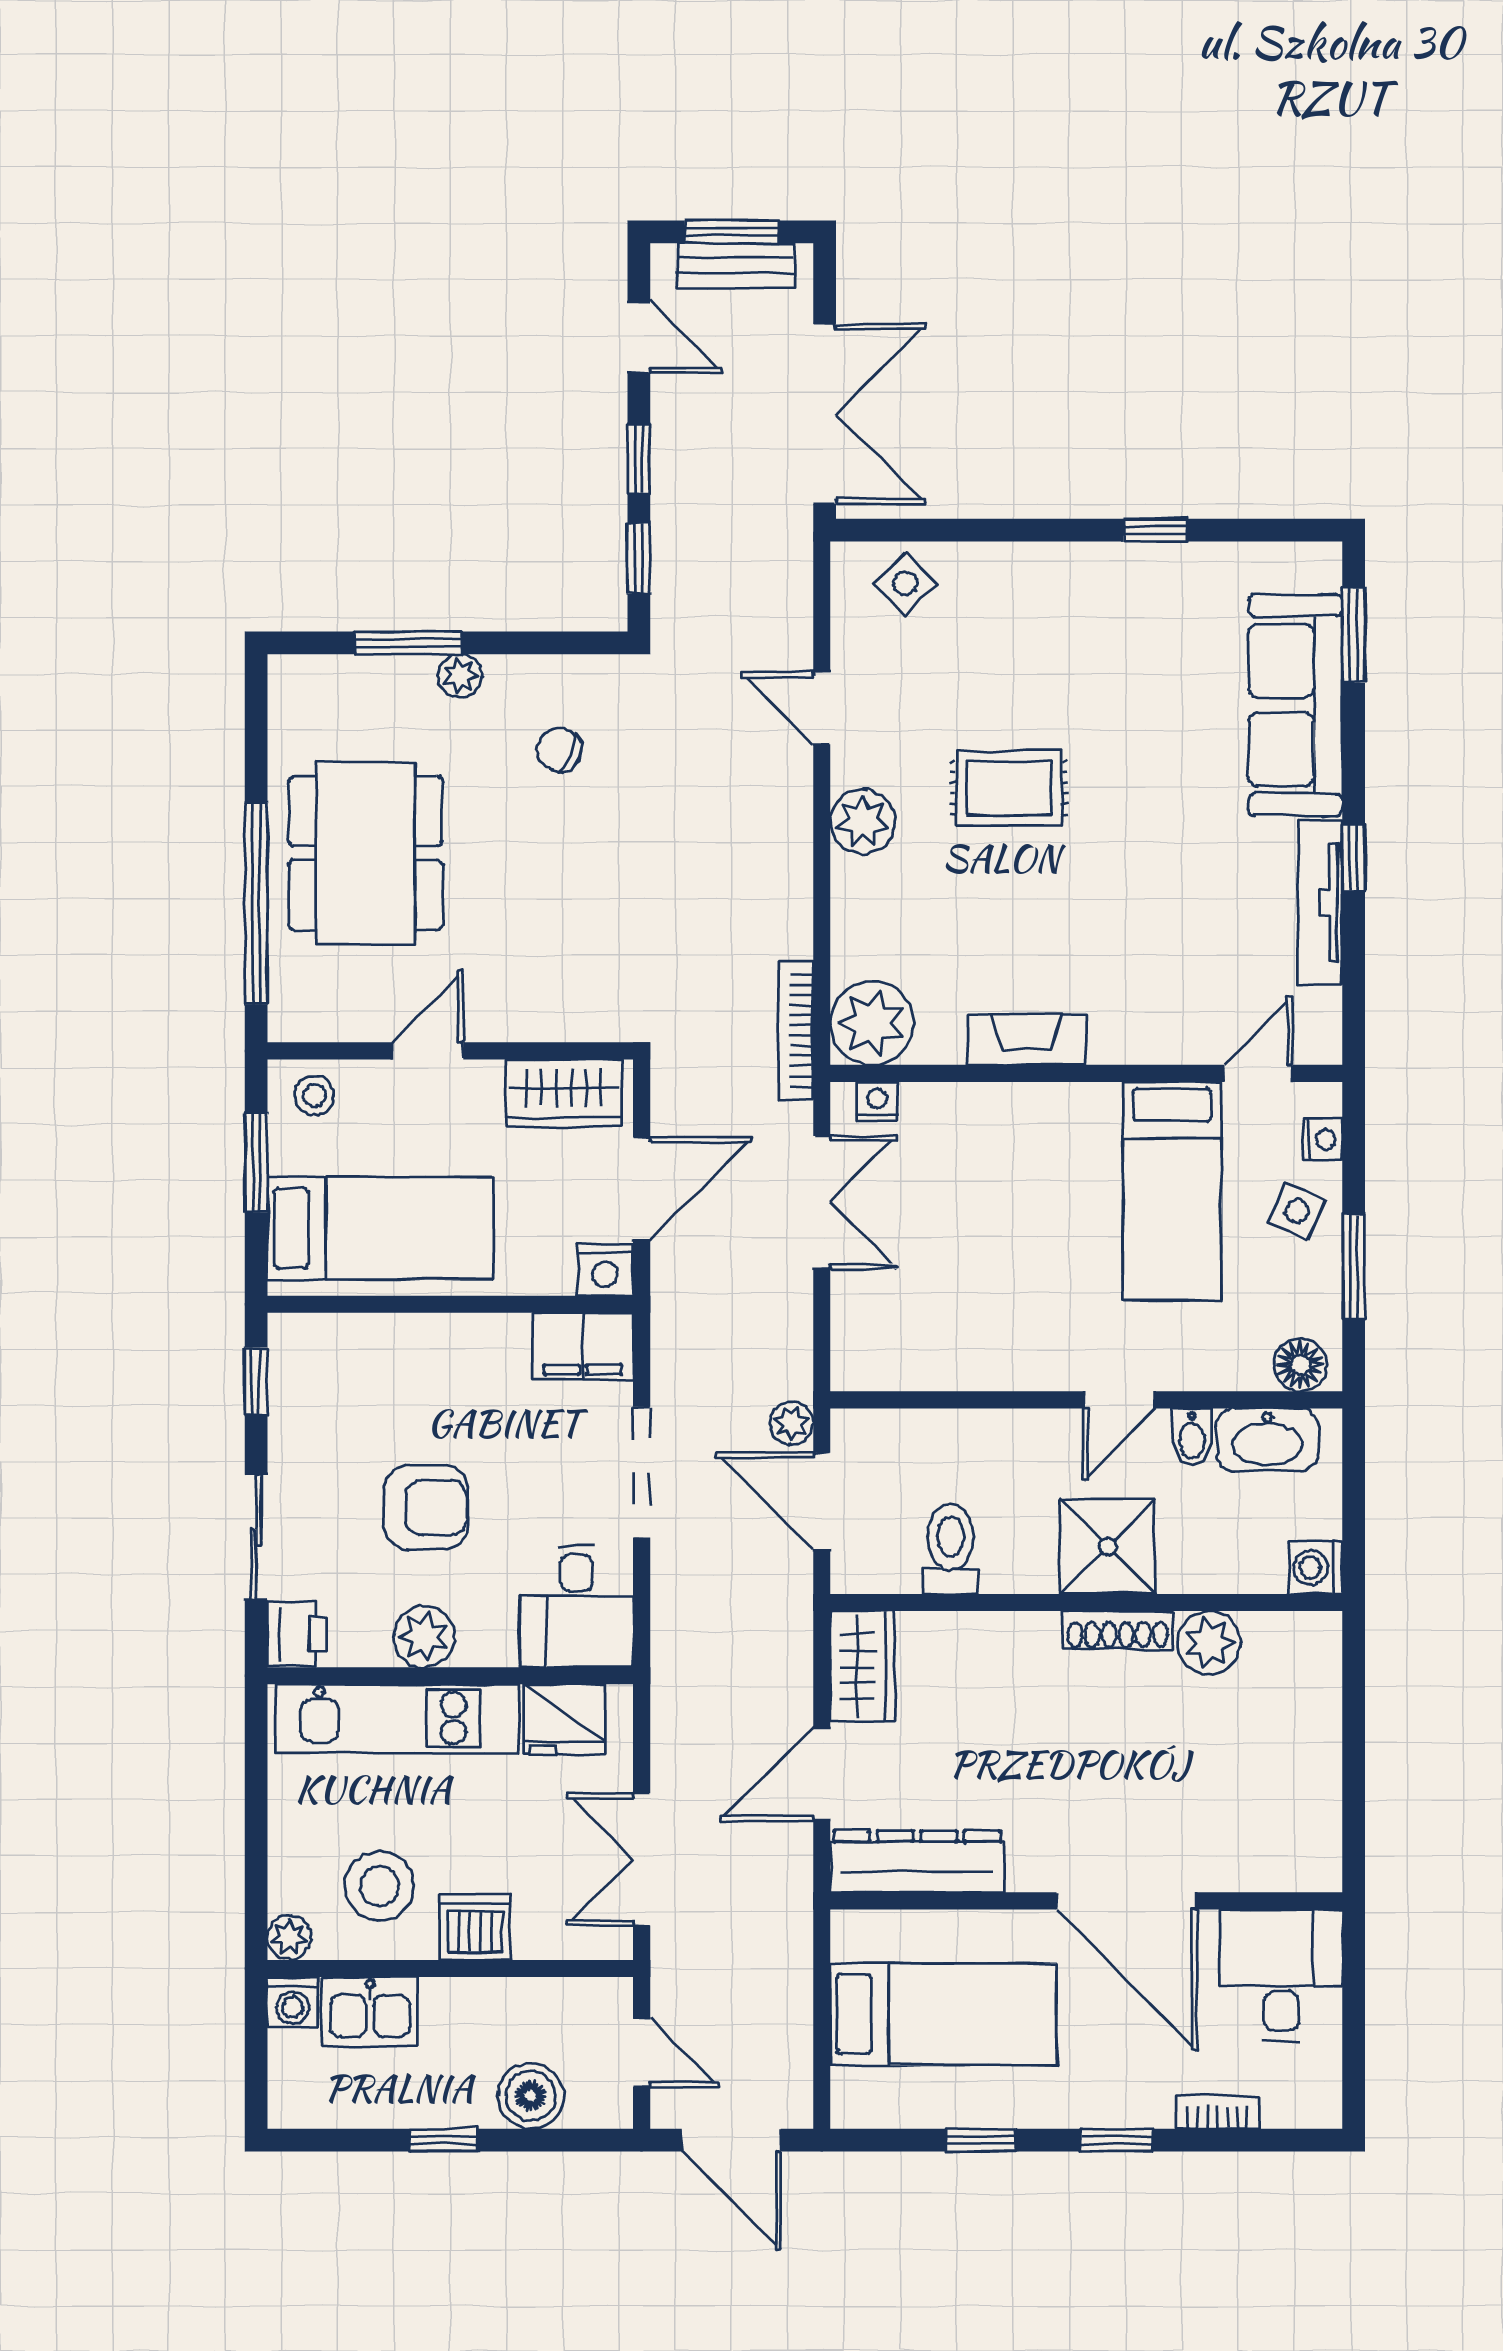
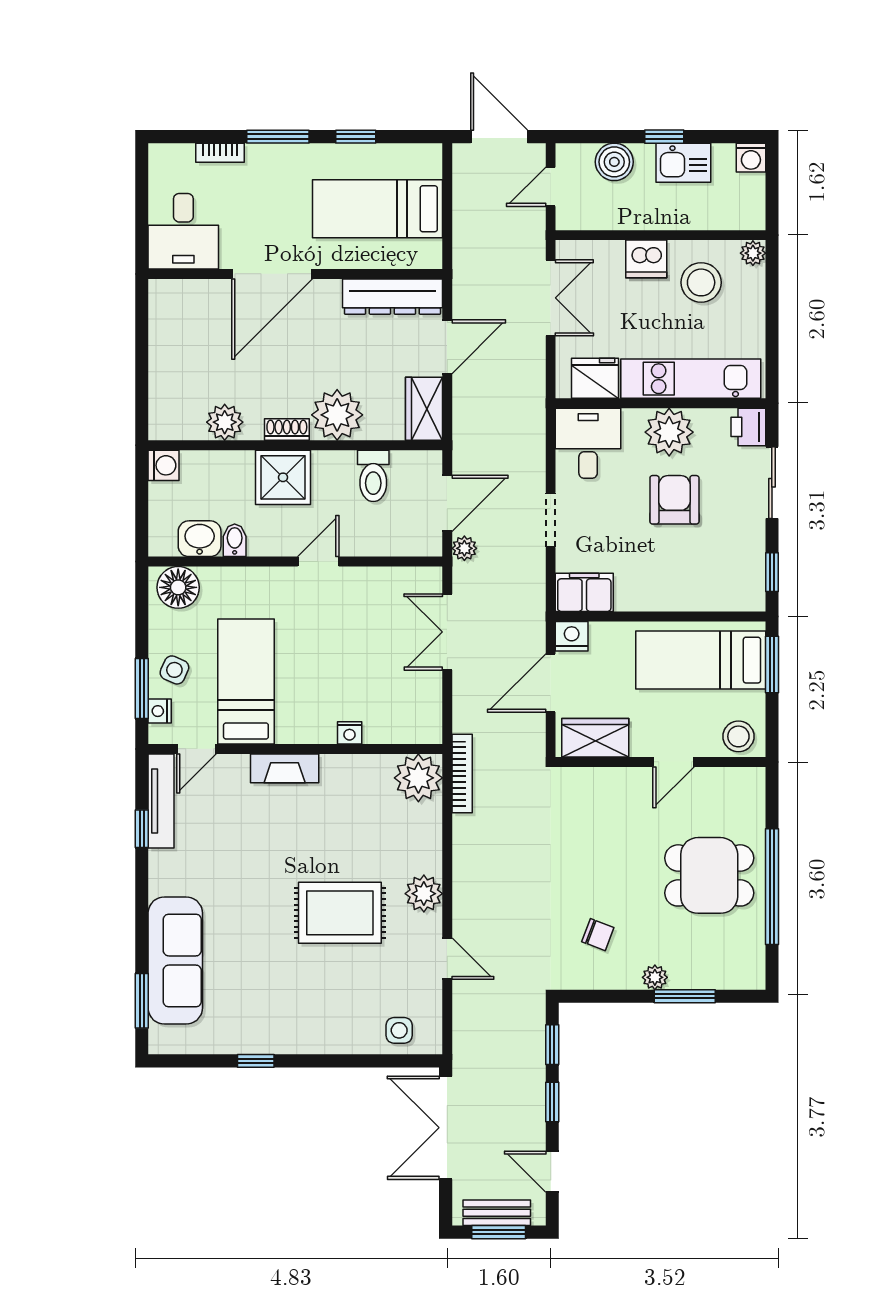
side table: (905, 583) -> (399, 1030), turned 45
rug: (1009, 788) -> (340, 913), width x1.36, depth x1.43
dining table: (365, 853) -> (709, 875), width x0.73
window: (1354, 858) -> (142, 829), moved
window: (256, 903) -> (772, 887), moved
tv unit: (1320, 903) -> (161, 801), moved
fireplace: (1027, 1040) -> (285, 768), moved
stool: (314, 1095) -> (738, 736), width x1.37, depth x1.37
nightstand: (877, 1102) -> (350, 733), moved
window: (256, 1163) -> (772, 664), moved
double door: (822, 1202) -> (447, 632), moved
window: (1354, 1266) -> (142, 688), moved
floor lamp: (1300, 1365) -> (178, 587), width x1.38, depth x1.38
door: (1119, 1400) -> (318, 562), moved
washbasin: (1267, 1440) -> (200, 539), width x0.72
doorway: (642, 1472) -> (551, 520), width x0.73
door: (822, 1501) -> (447, 503), hinge flipped
armchair: (426, 1508) -> (674, 500), turned 90
shoe rack: (1118, 1630) -> (287, 430), width x0.70
plant: (424, 1637) -> (669, 432), width x1.36, depth x1.36
plant: (1013, 1655) -> (337, 415), added
door: (1127, 1901) -> (272, 274), swing flipped
washing machine: (293, 2002) -> (751, 158), moved, turned 180
kitchen sink: (370, 2011) -> (683, 163), moved, turned 180
door: (642, 2053) -> (551, 187), hinge flipped
window: (1117, 2140) -> (278, 137), width x1.50

